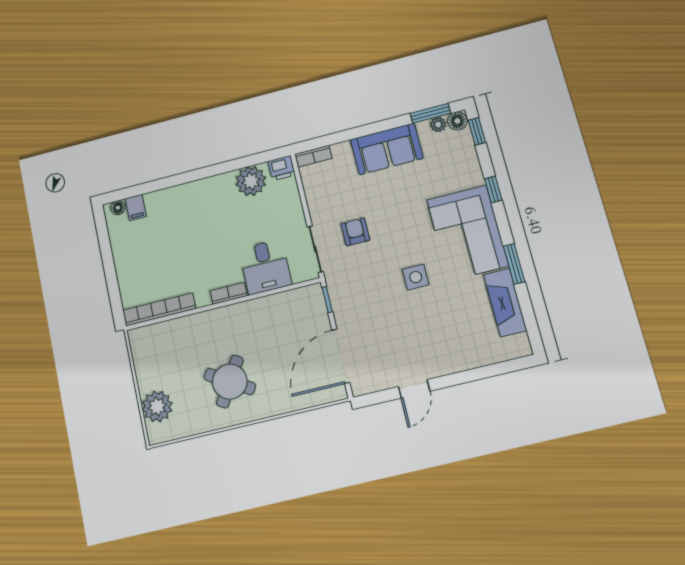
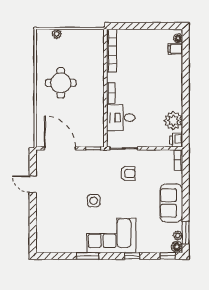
fireplace: (505, 302) -> (68, 245), removed
round table: (230, 382) -> (61, 83), turned -31
plant: (157, 407) -> (57, 34), width x0.53, depth x0.53

